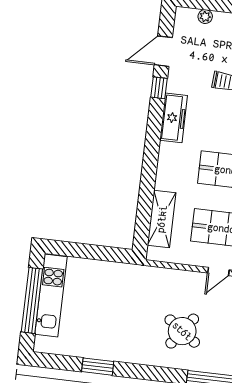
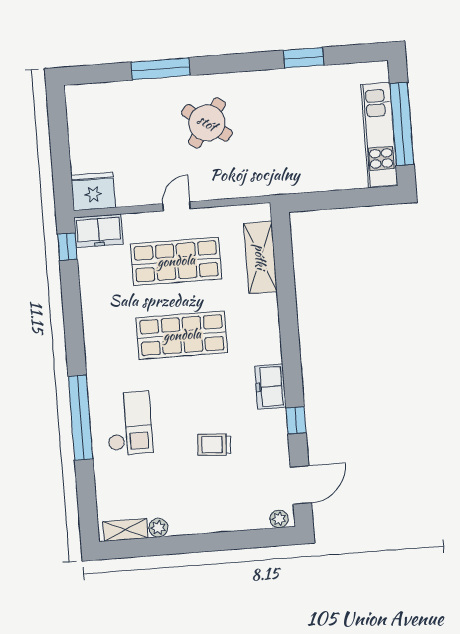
plant: (205, 17) -> (279, 519), moved
door: (163, 51) -> (301, 485), moved
freezer: (174, 118) -> (270, 387), width x0.71

